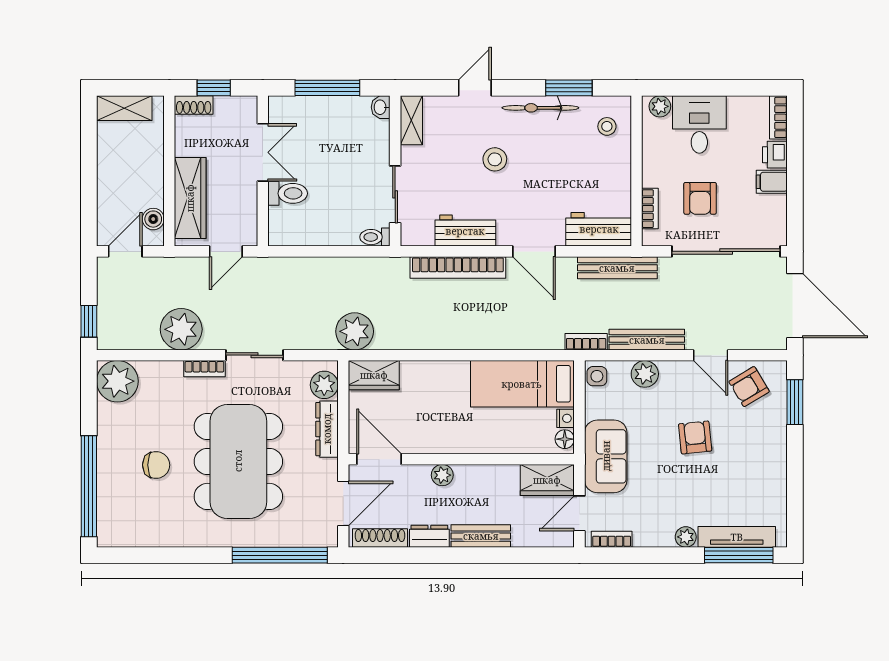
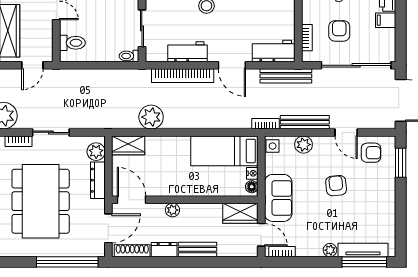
toilet: (288, 193) -> (72, 43), moved
armchair: (700, 198) -> (339, 31), turned 180
plant: (355, 331) -> (151, 117), moved
armchair: (749, 387) -> (371, 153), turned -149
door: (579, 513) -> (261, 235), swing flipped

